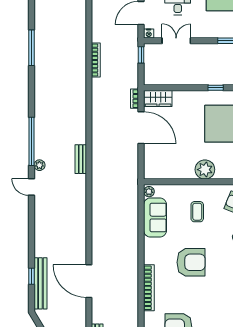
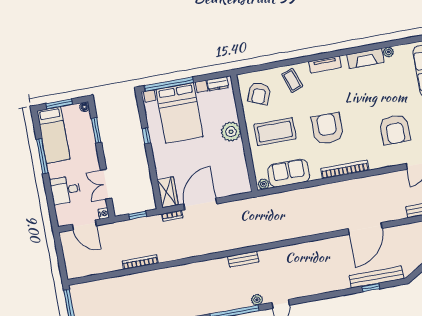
window: (141, 55) -> (138, 215), moved
coffee table: (197, 212) -> (275, 132), width x1.86, depth x1.72
bookcase: (149, 288) -> (345, 169), moved

